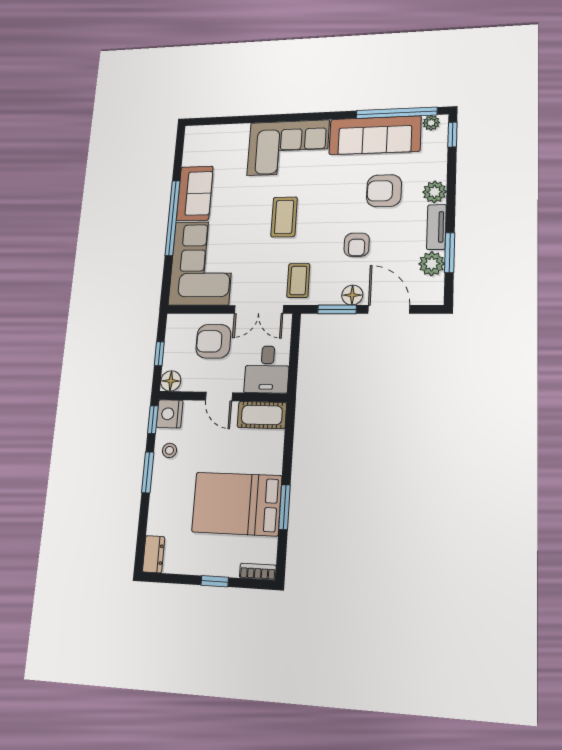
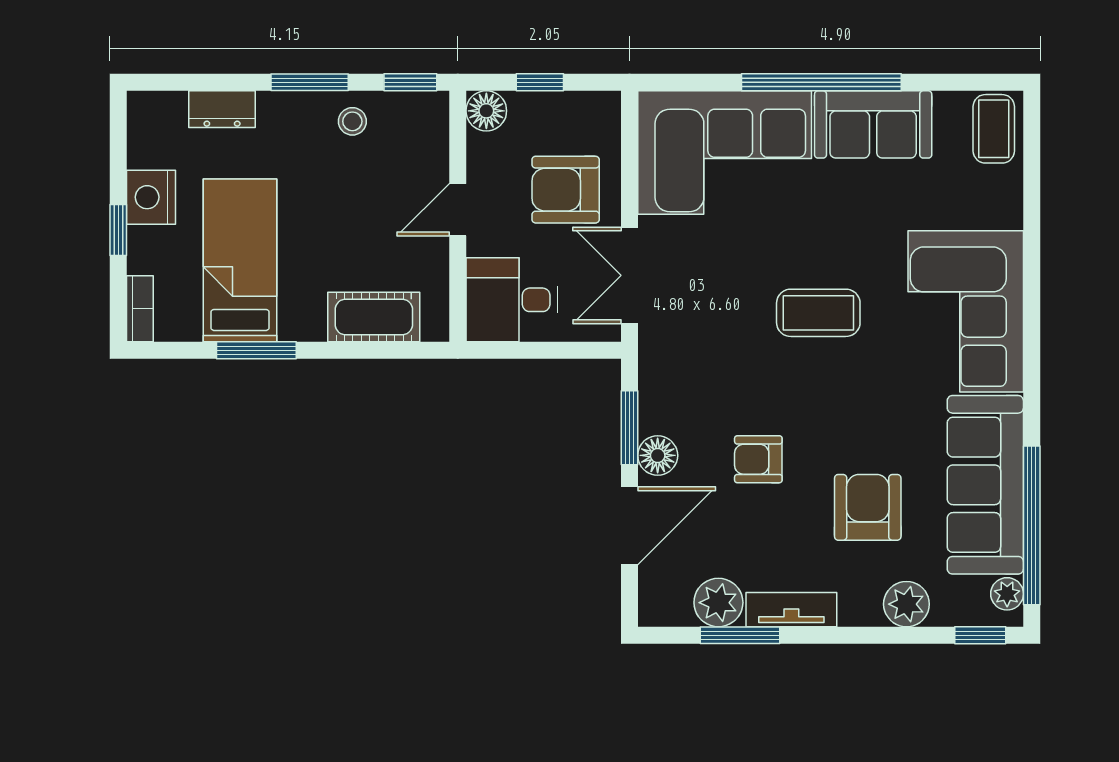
plant: (435, 192) -> (906, 604), moved
coffee table: (298, 280) -> (994, 129), moved, turned 90
armchair: (213, 341) -> (566, 190), turned -90
nightstand: (170, 414) -> (151, 197), moved, turned -90
cot: (262, 415) -> (374, 317), moved, turned 90
bed: (237, 504) -> (240, 260), width x0.67
dresser: (154, 554) -> (222, 109), moved

